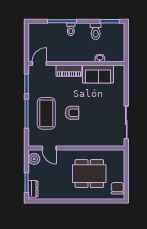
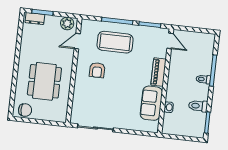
armchair: (72, 113) -> (97, 70), moved

